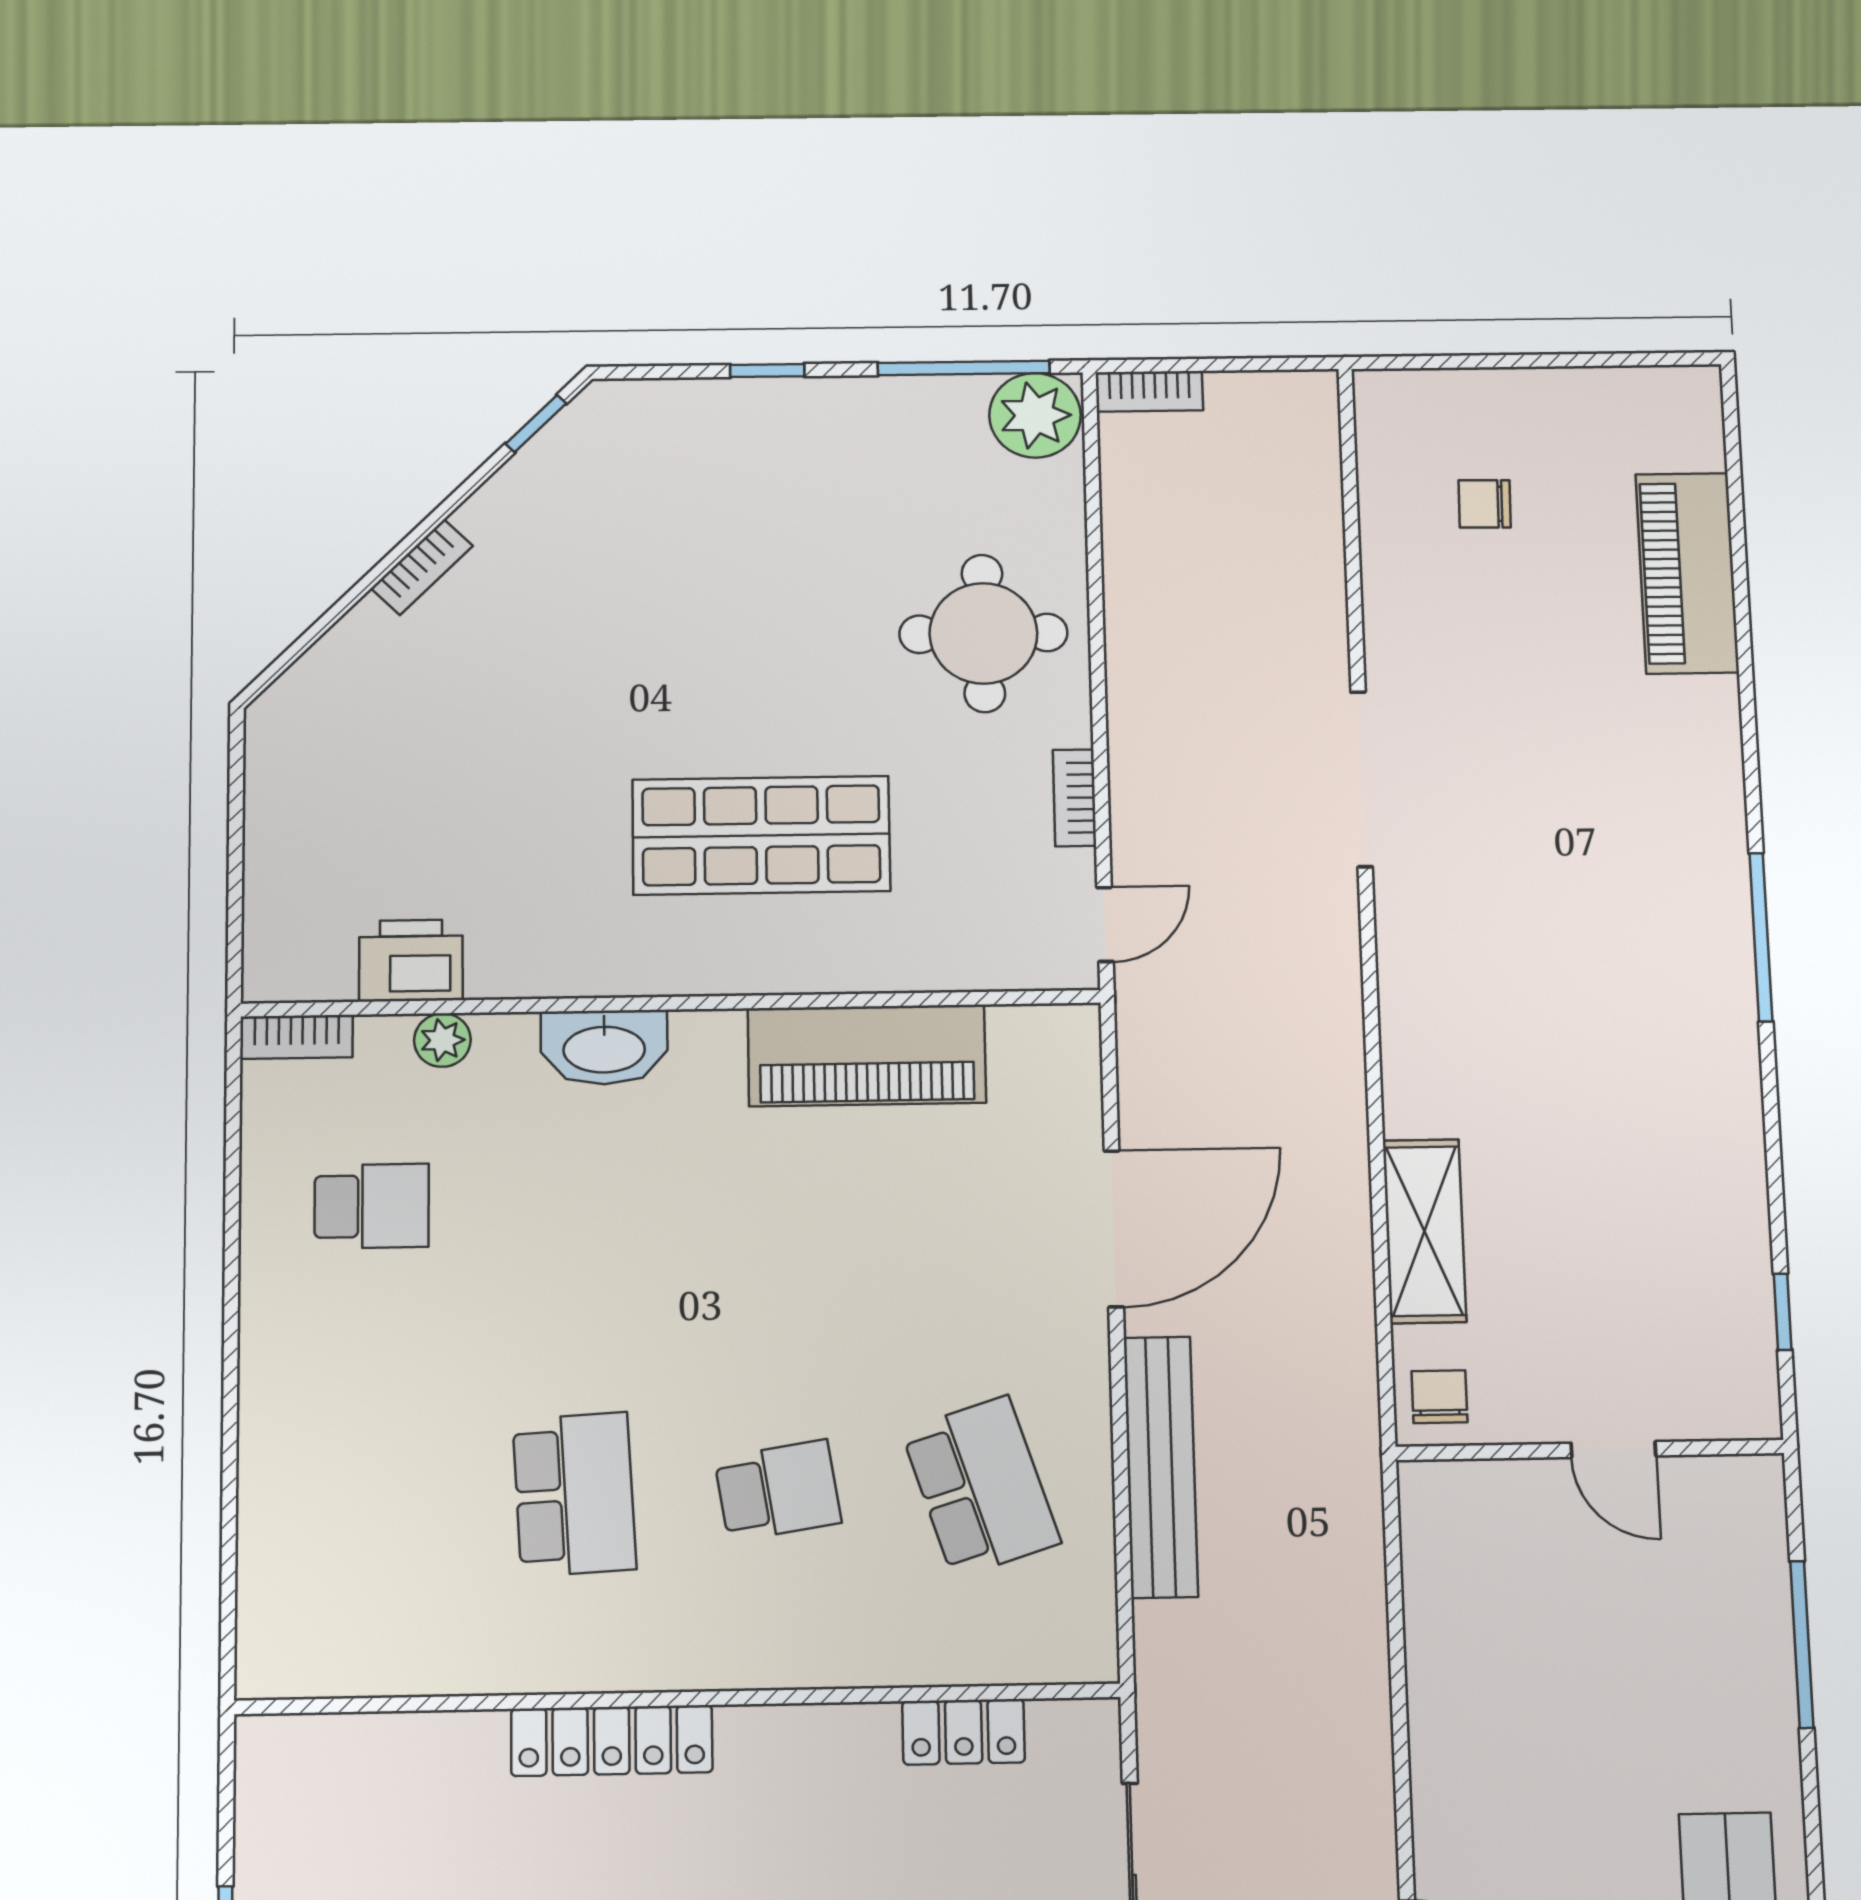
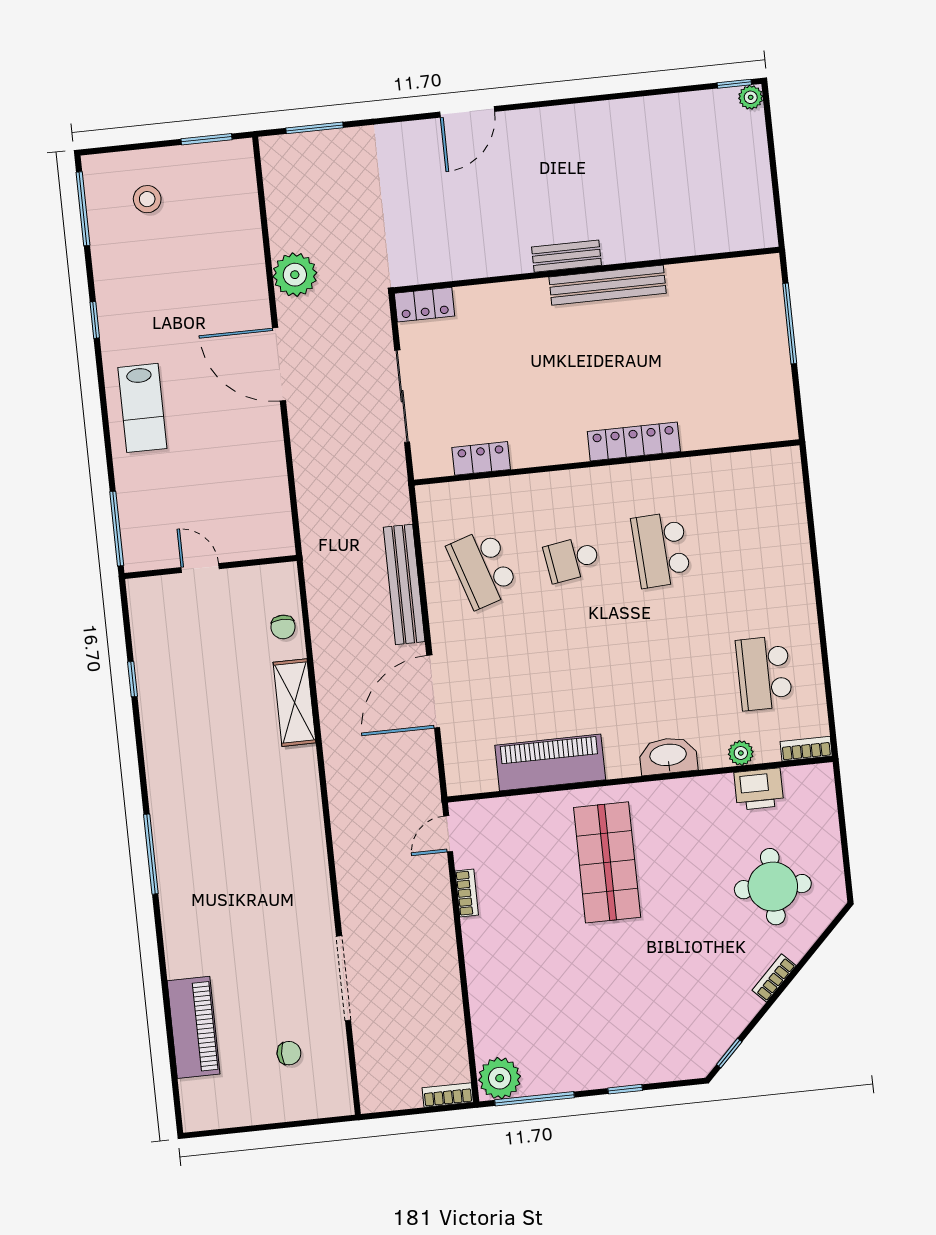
round table: (983, 633) -> (773, 887), moved
doorway: (1362, 779) -> (344, 978), moved
shop shelf: (761, 835) -> (607, 862), turned 90
school desk: (372, 1206) -> (764, 673), width x1.85
wall: (1590, 1450) -> (211, 567), moved
door: (1613, 1450) -> (200, 568), moved

